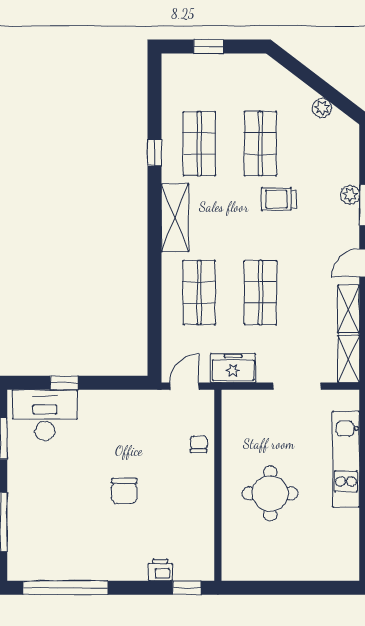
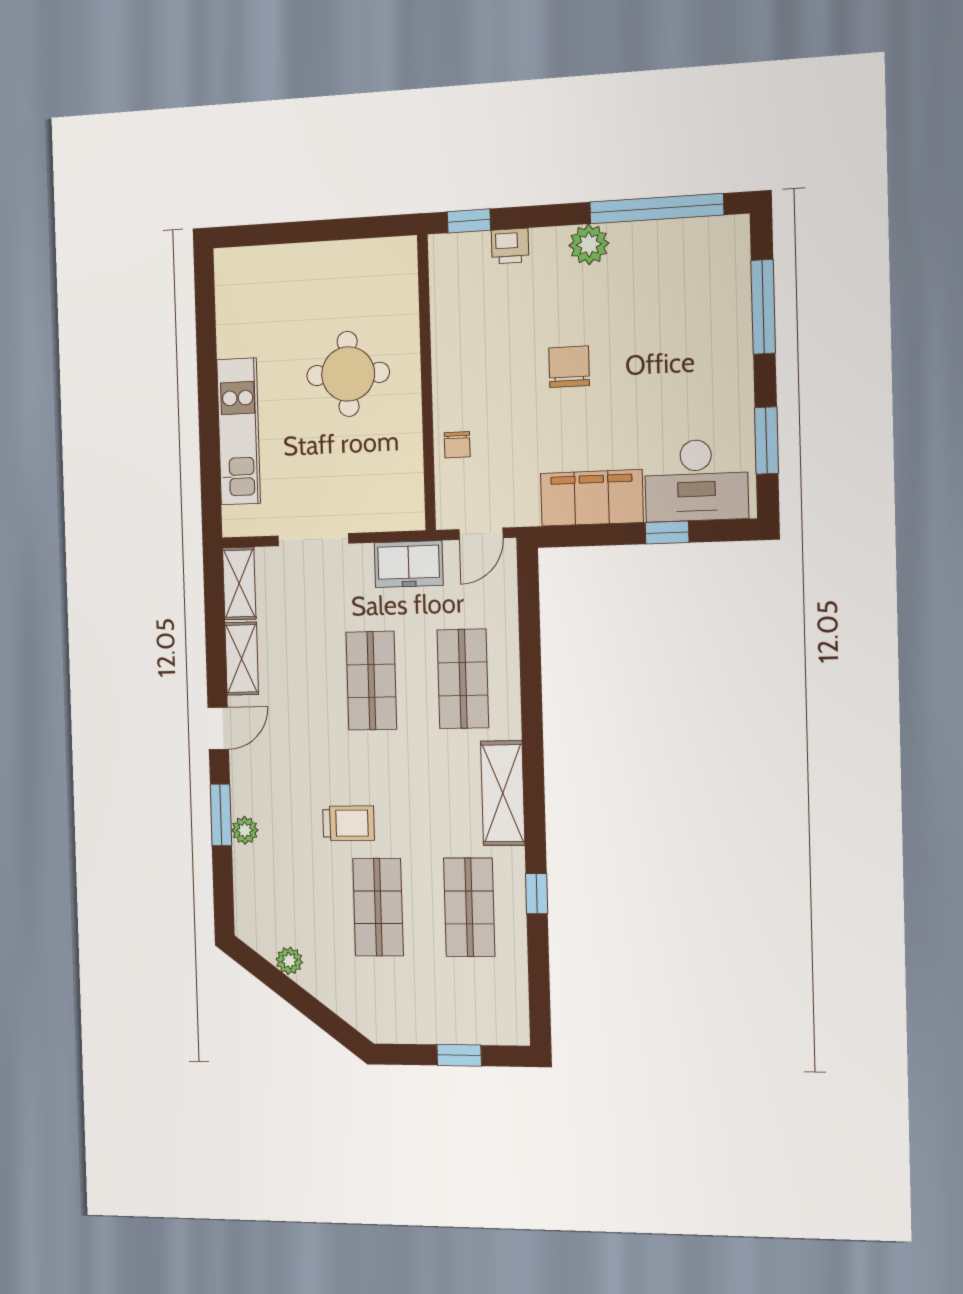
filing cabinet: (112, 407) -> (592, 498), added
plant: (109, 568) -> (589, 244), added

